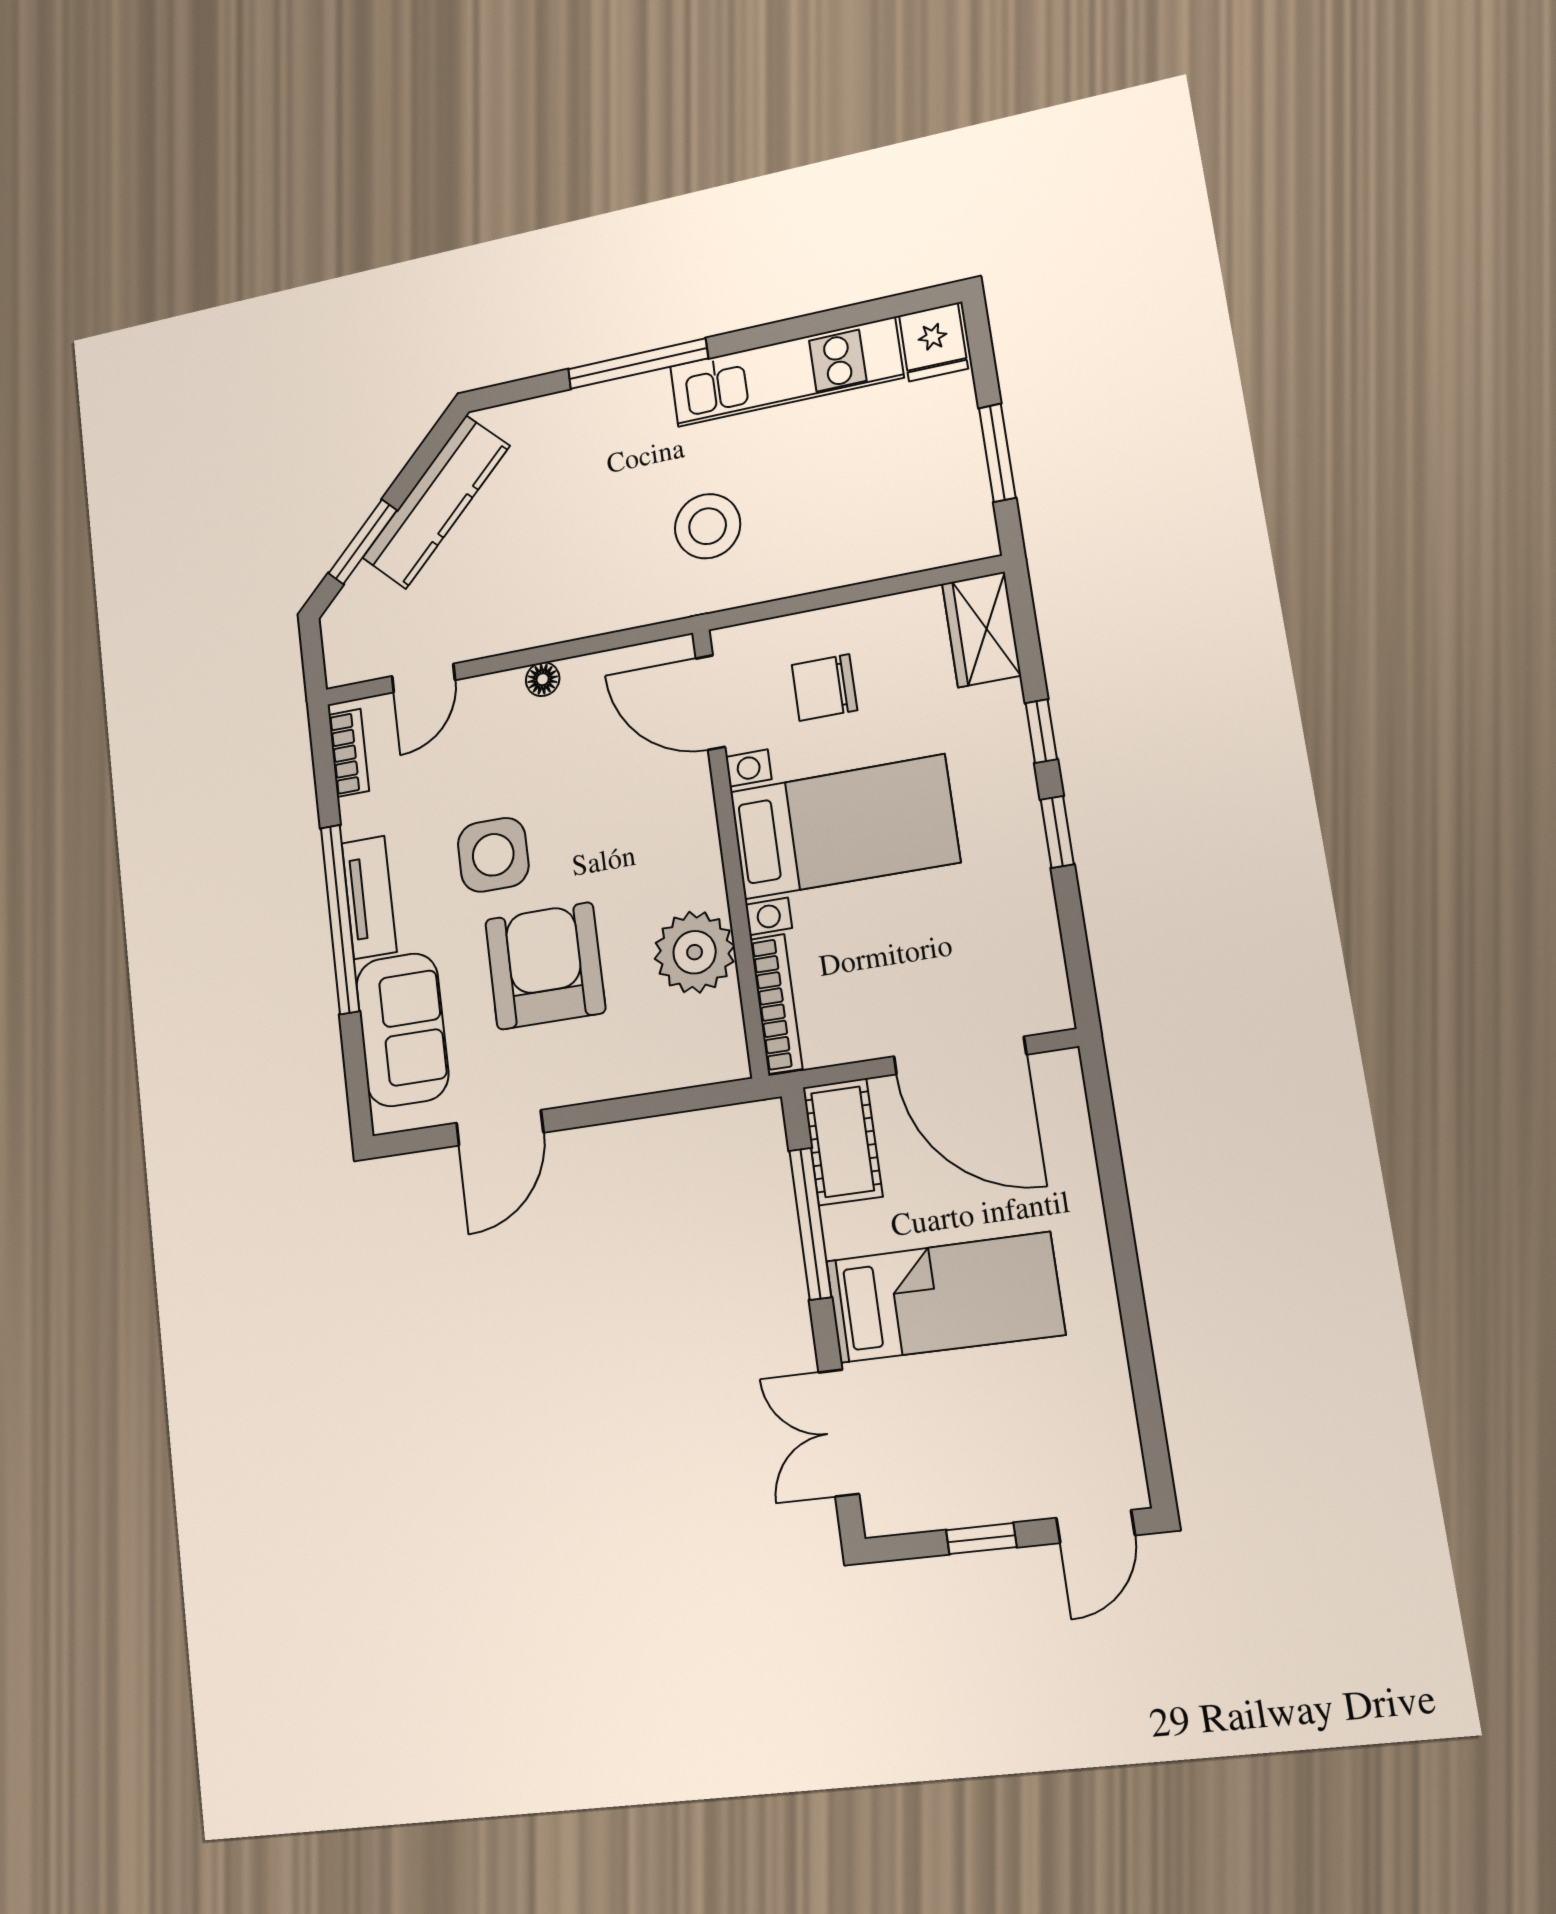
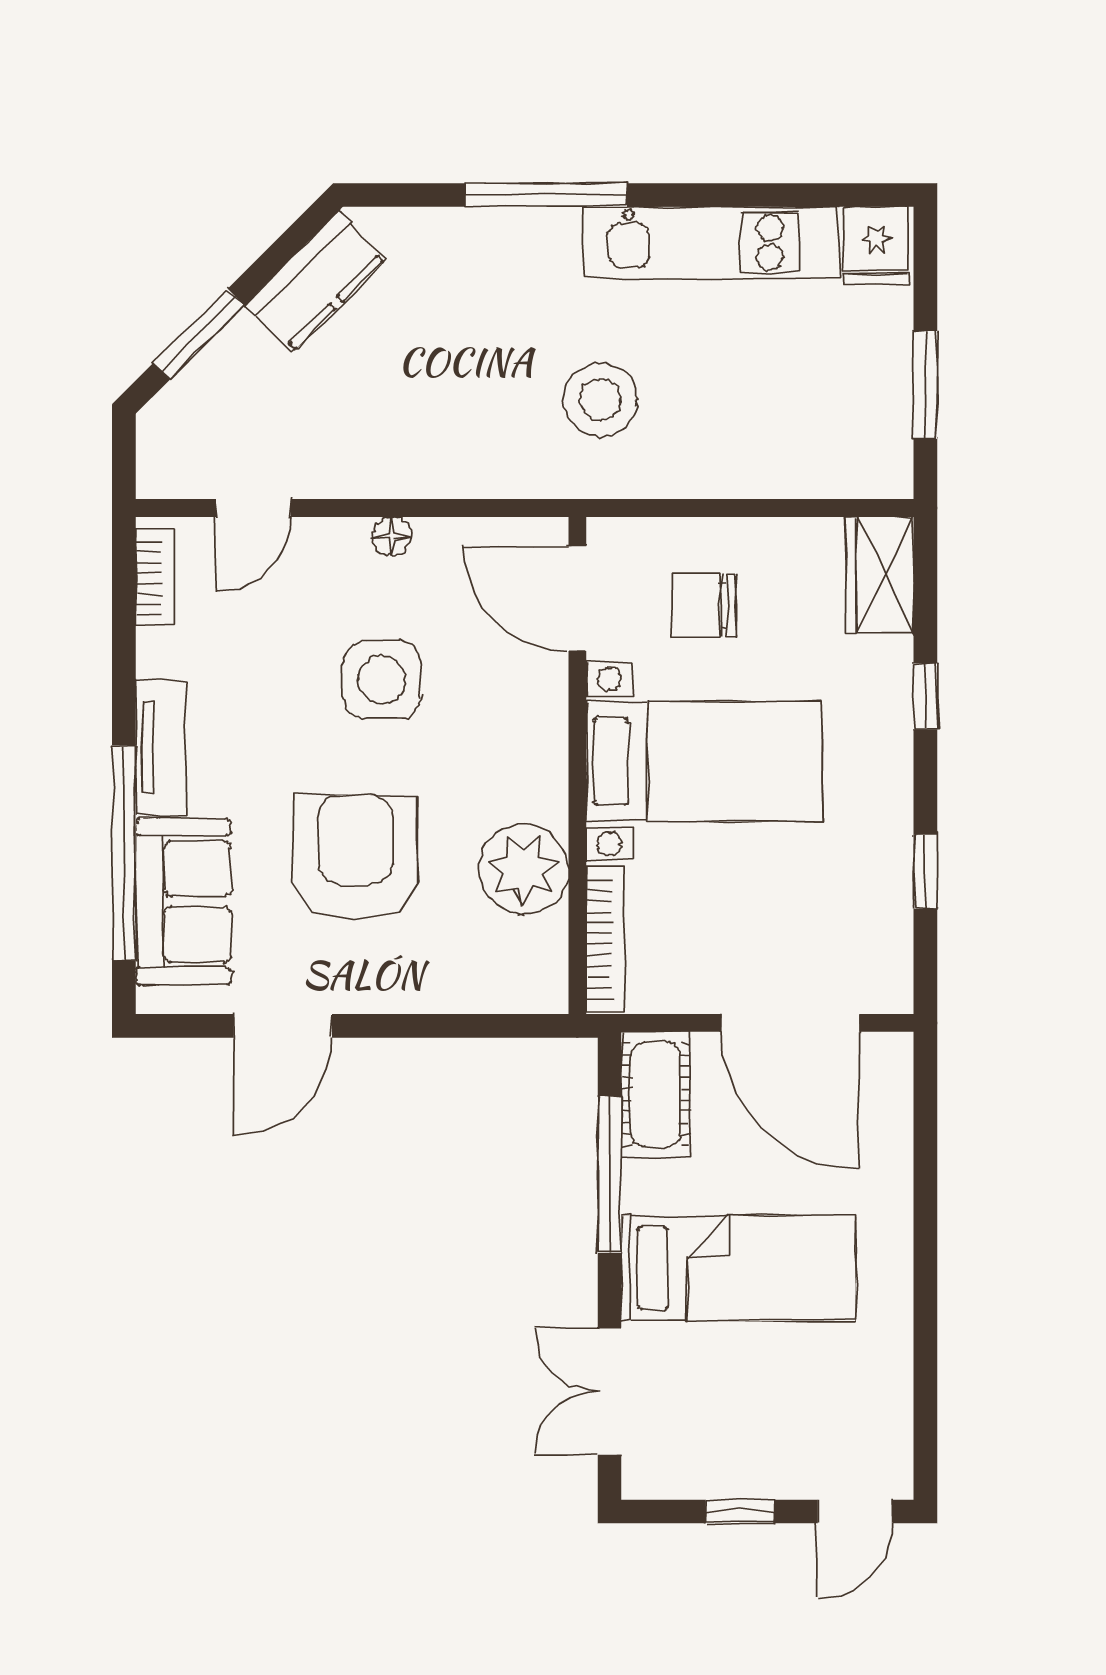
kitchen counter: (436, 502) -> (315, 282), width x0.67
window: (1057, 832) -> (925, 872), moved
side table: (493, 855) -> (382, 680), moved
window: (340, 919) -> (124, 853), moved

